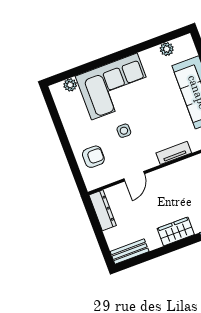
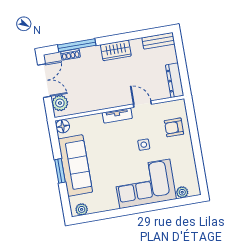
plant: (167, 49) -> (82, 209), moved
tv unit: (174, 153) -> (117, 115), moved
door: (134, 176) -> (142, 104), hinge flipped

